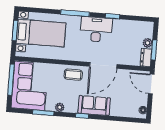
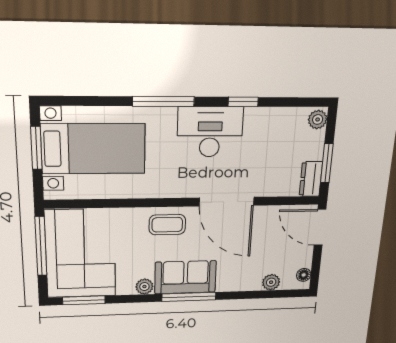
plant: (148, 43) -> (318, 119), moved
door: (103, 65) -> (227, 202), hinge flipped
sofa: (94, 106) -> (185, 277), moved
plant: (126, 112) -> (271, 282), added
window: (43, 113) -> (84, 300), moved
window: (82, 116) -> (189, 297), width x2.17

